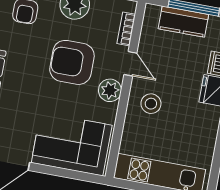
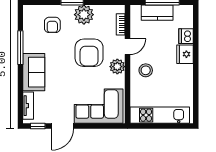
armchair: (72, 62) -> (89, 53), turned -90
door: (130, 64) -> (127, 47), hinge flipped

